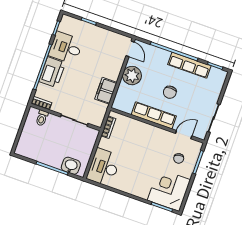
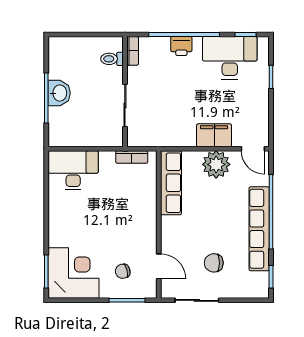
desk: (66, 48) -> (230, 58), width x1.37
door: (130, 49) -> (253, 149), hinge flipped
row of seats: (189, 65) -> (259, 229), width x1.36
printer: (52, 72) -> (181, 46), width x0.53, depth x0.68
filing cabinet: (106, 91) -> (214, 135), moved
chair: (170, 92) -> (214, 263), moved
row of seats: (154, 115) -> (171, 183), moved
washbasin: (71, 166) -> (59, 93), moved

